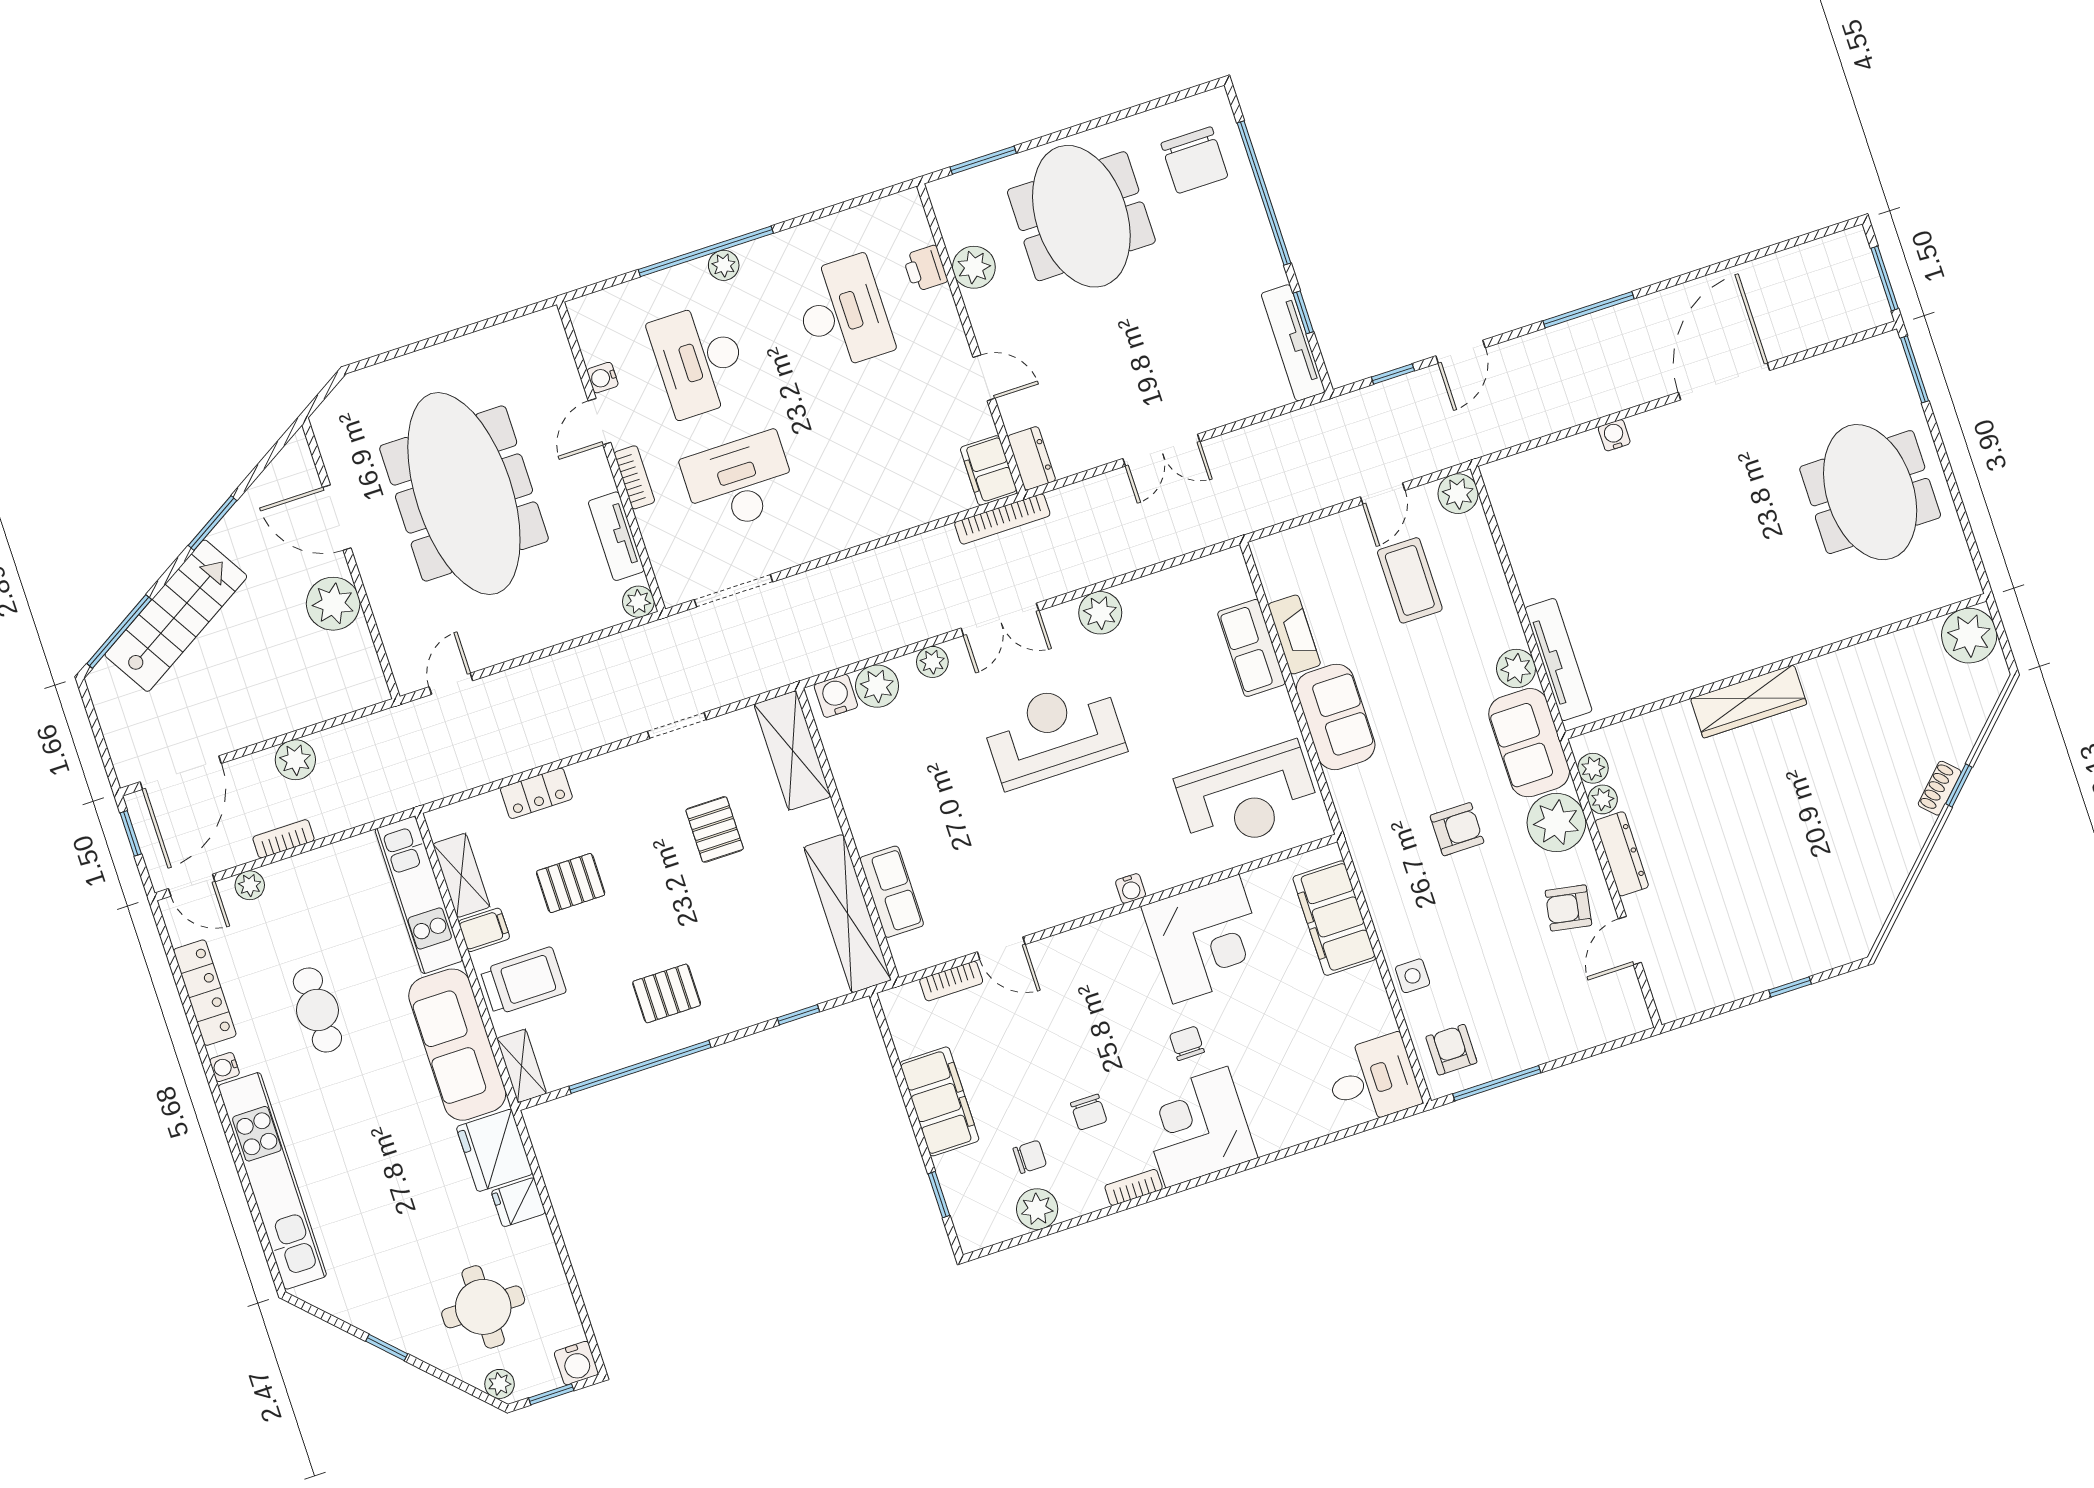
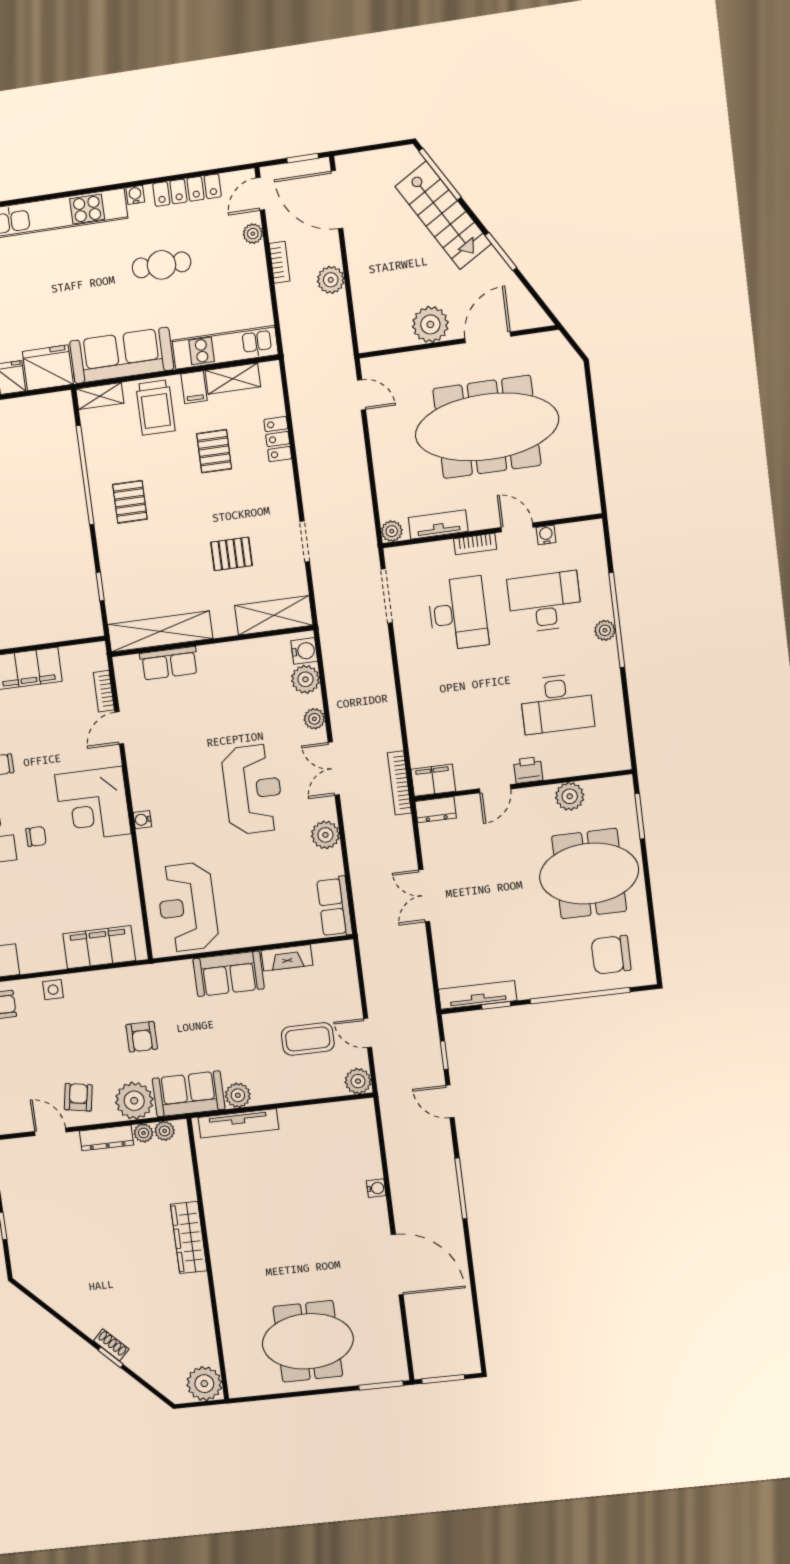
printer: (925, 268) -> (528, 770), moved
row of seats: (1251, 648) -> (335, 907), moved, turned -90
corner desk: (1206, 939) -> (93, 804), moved

